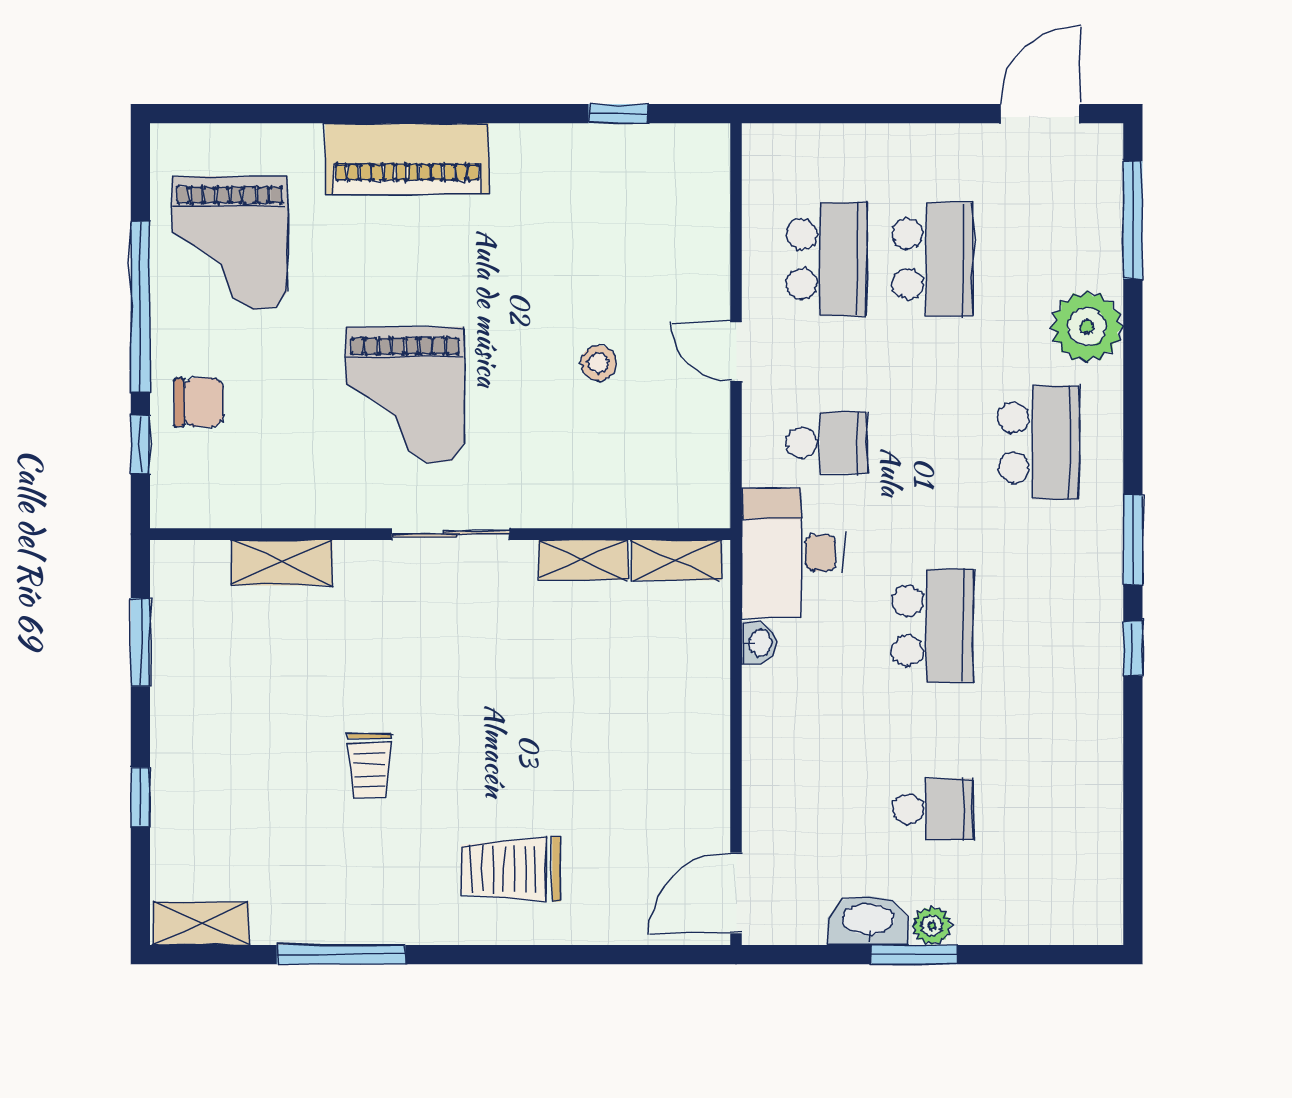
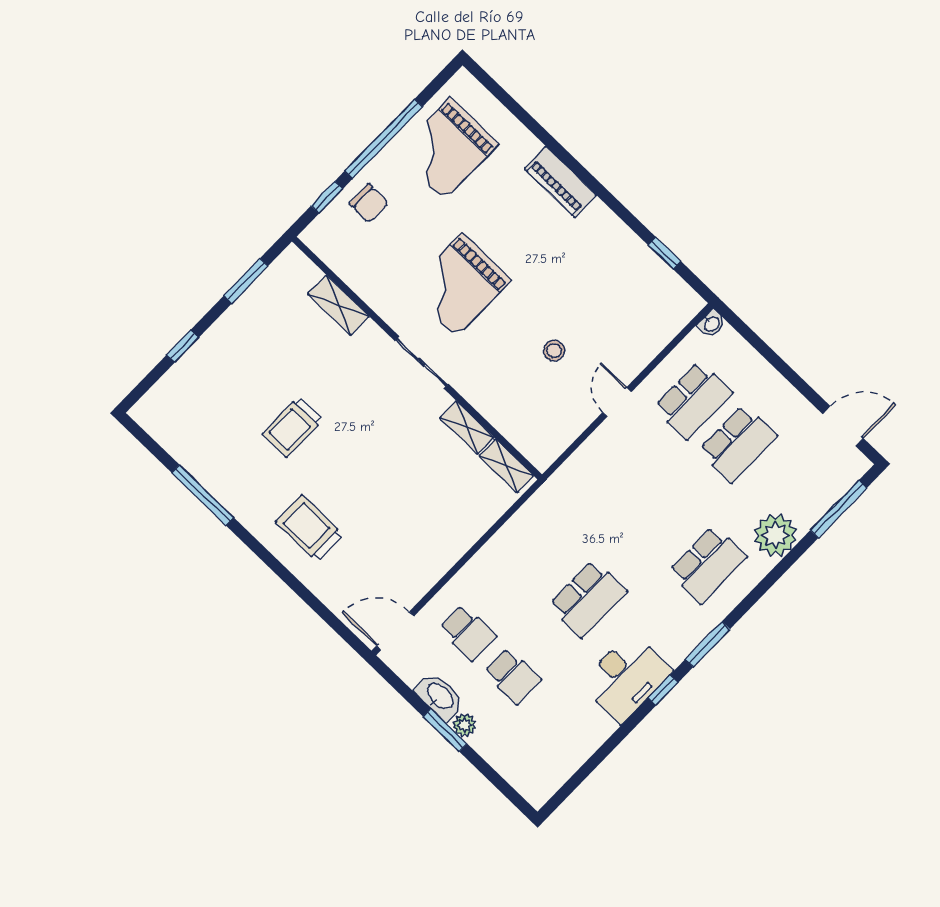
piano: (407, 159) -> (560, 182), width x0.73, depth x0.75
school desk: (827, 443) -> (468, 633), moved
desk: (793, 553) -> (626, 677), moved, turned 180
washbasin: (759, 643) -> (711, 324), moved
trolley: (370, 765) -> (292, 427), width x1.36, depth x1.39
shelving: (201, 924) -> (156, 425), removed

